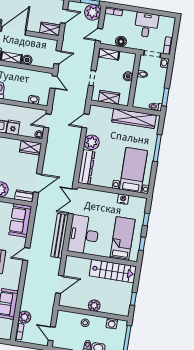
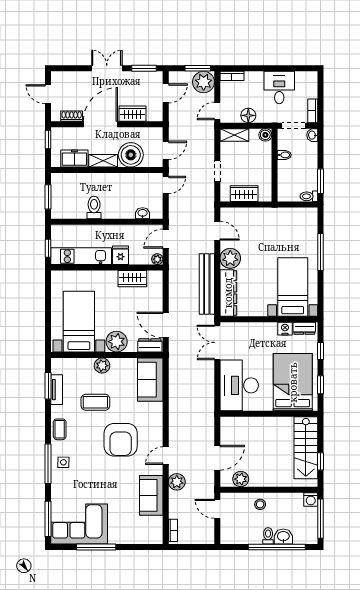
wardrobe: (50, 29) -> (133, 114), moved
boiler: (27, 60) -> (131, 155), width x1.86, depth x1.86
boiler: (128, 76) -> (265, 135), moved
door: (54, 82) -> (166, 185), hinge flipped
wardrobe: (134, 118) -> (283, 217), removed
door: (85, 121) -> (217, 231), swing flipped
wardrobe: (31, 148) -> (132, 279), moved
door: (38, 183) -> (166, 325), swing flipped
dresser: (137, 201) -> (304, 328), added
bench: (60, 236) -> (207, 284), moved
bed: (122, 239) -> (293, 382), width x1.50
door: (26, 254) -> (166, 456), moved
stairs: (113, 271) -> (306, 448), moved, turned 90
plant: (94, 306) -> (241, 479), moved
plant: (25, 317) -> (177, 482), moved
washing machine: (112, 323) -> (311, 499), moved
door: (52, 334) -> (217, 509), moved

